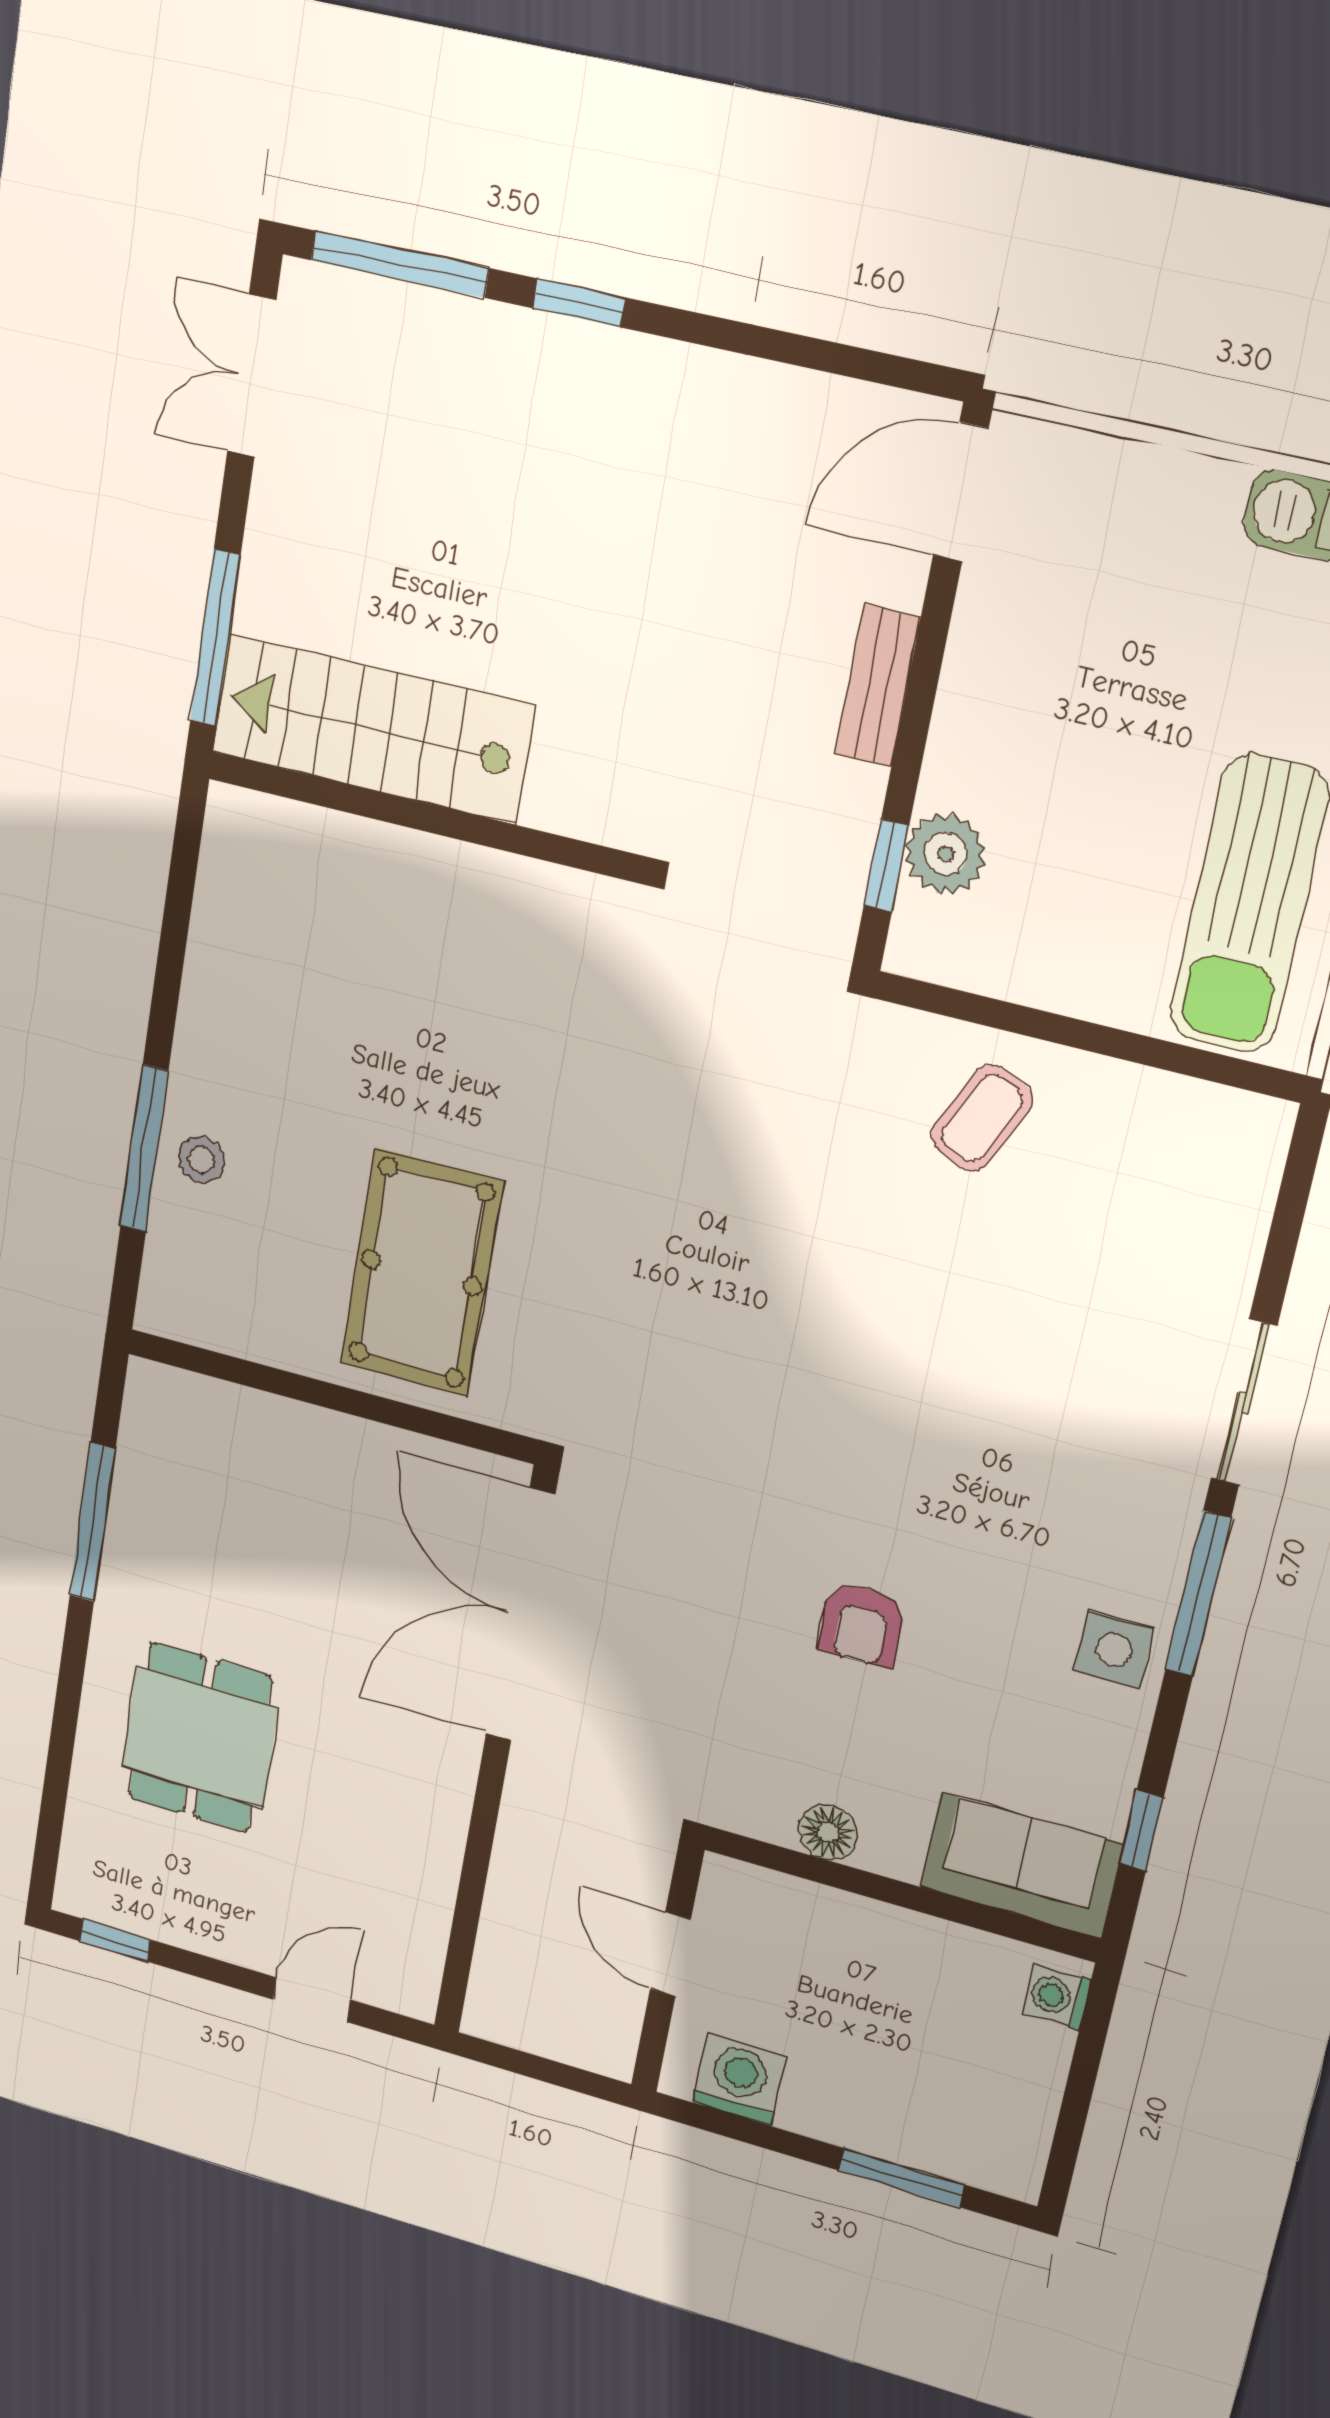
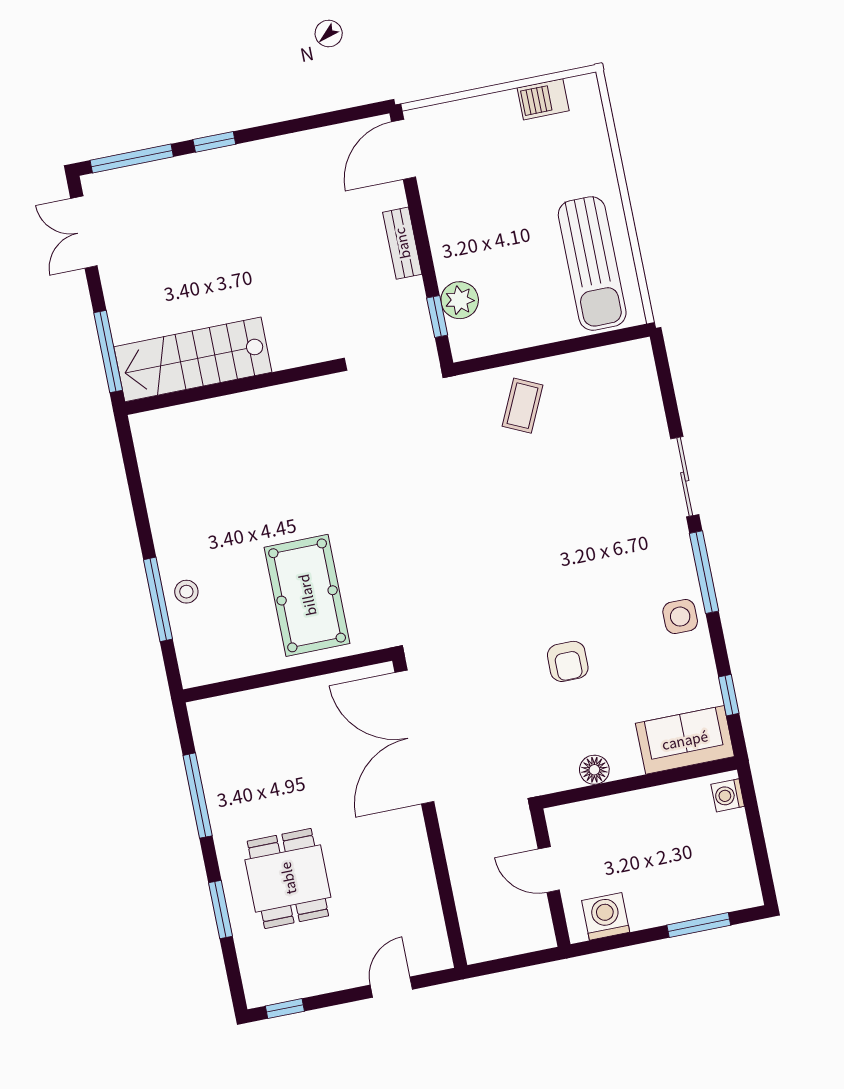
window: (64, 1729) -> (221, 909), added

